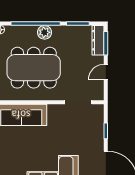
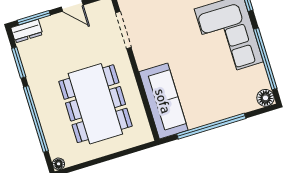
plant: (44, 32) -> (44, 104), removed
dresser: (98, 40) -> (27, 31), width x0.70

